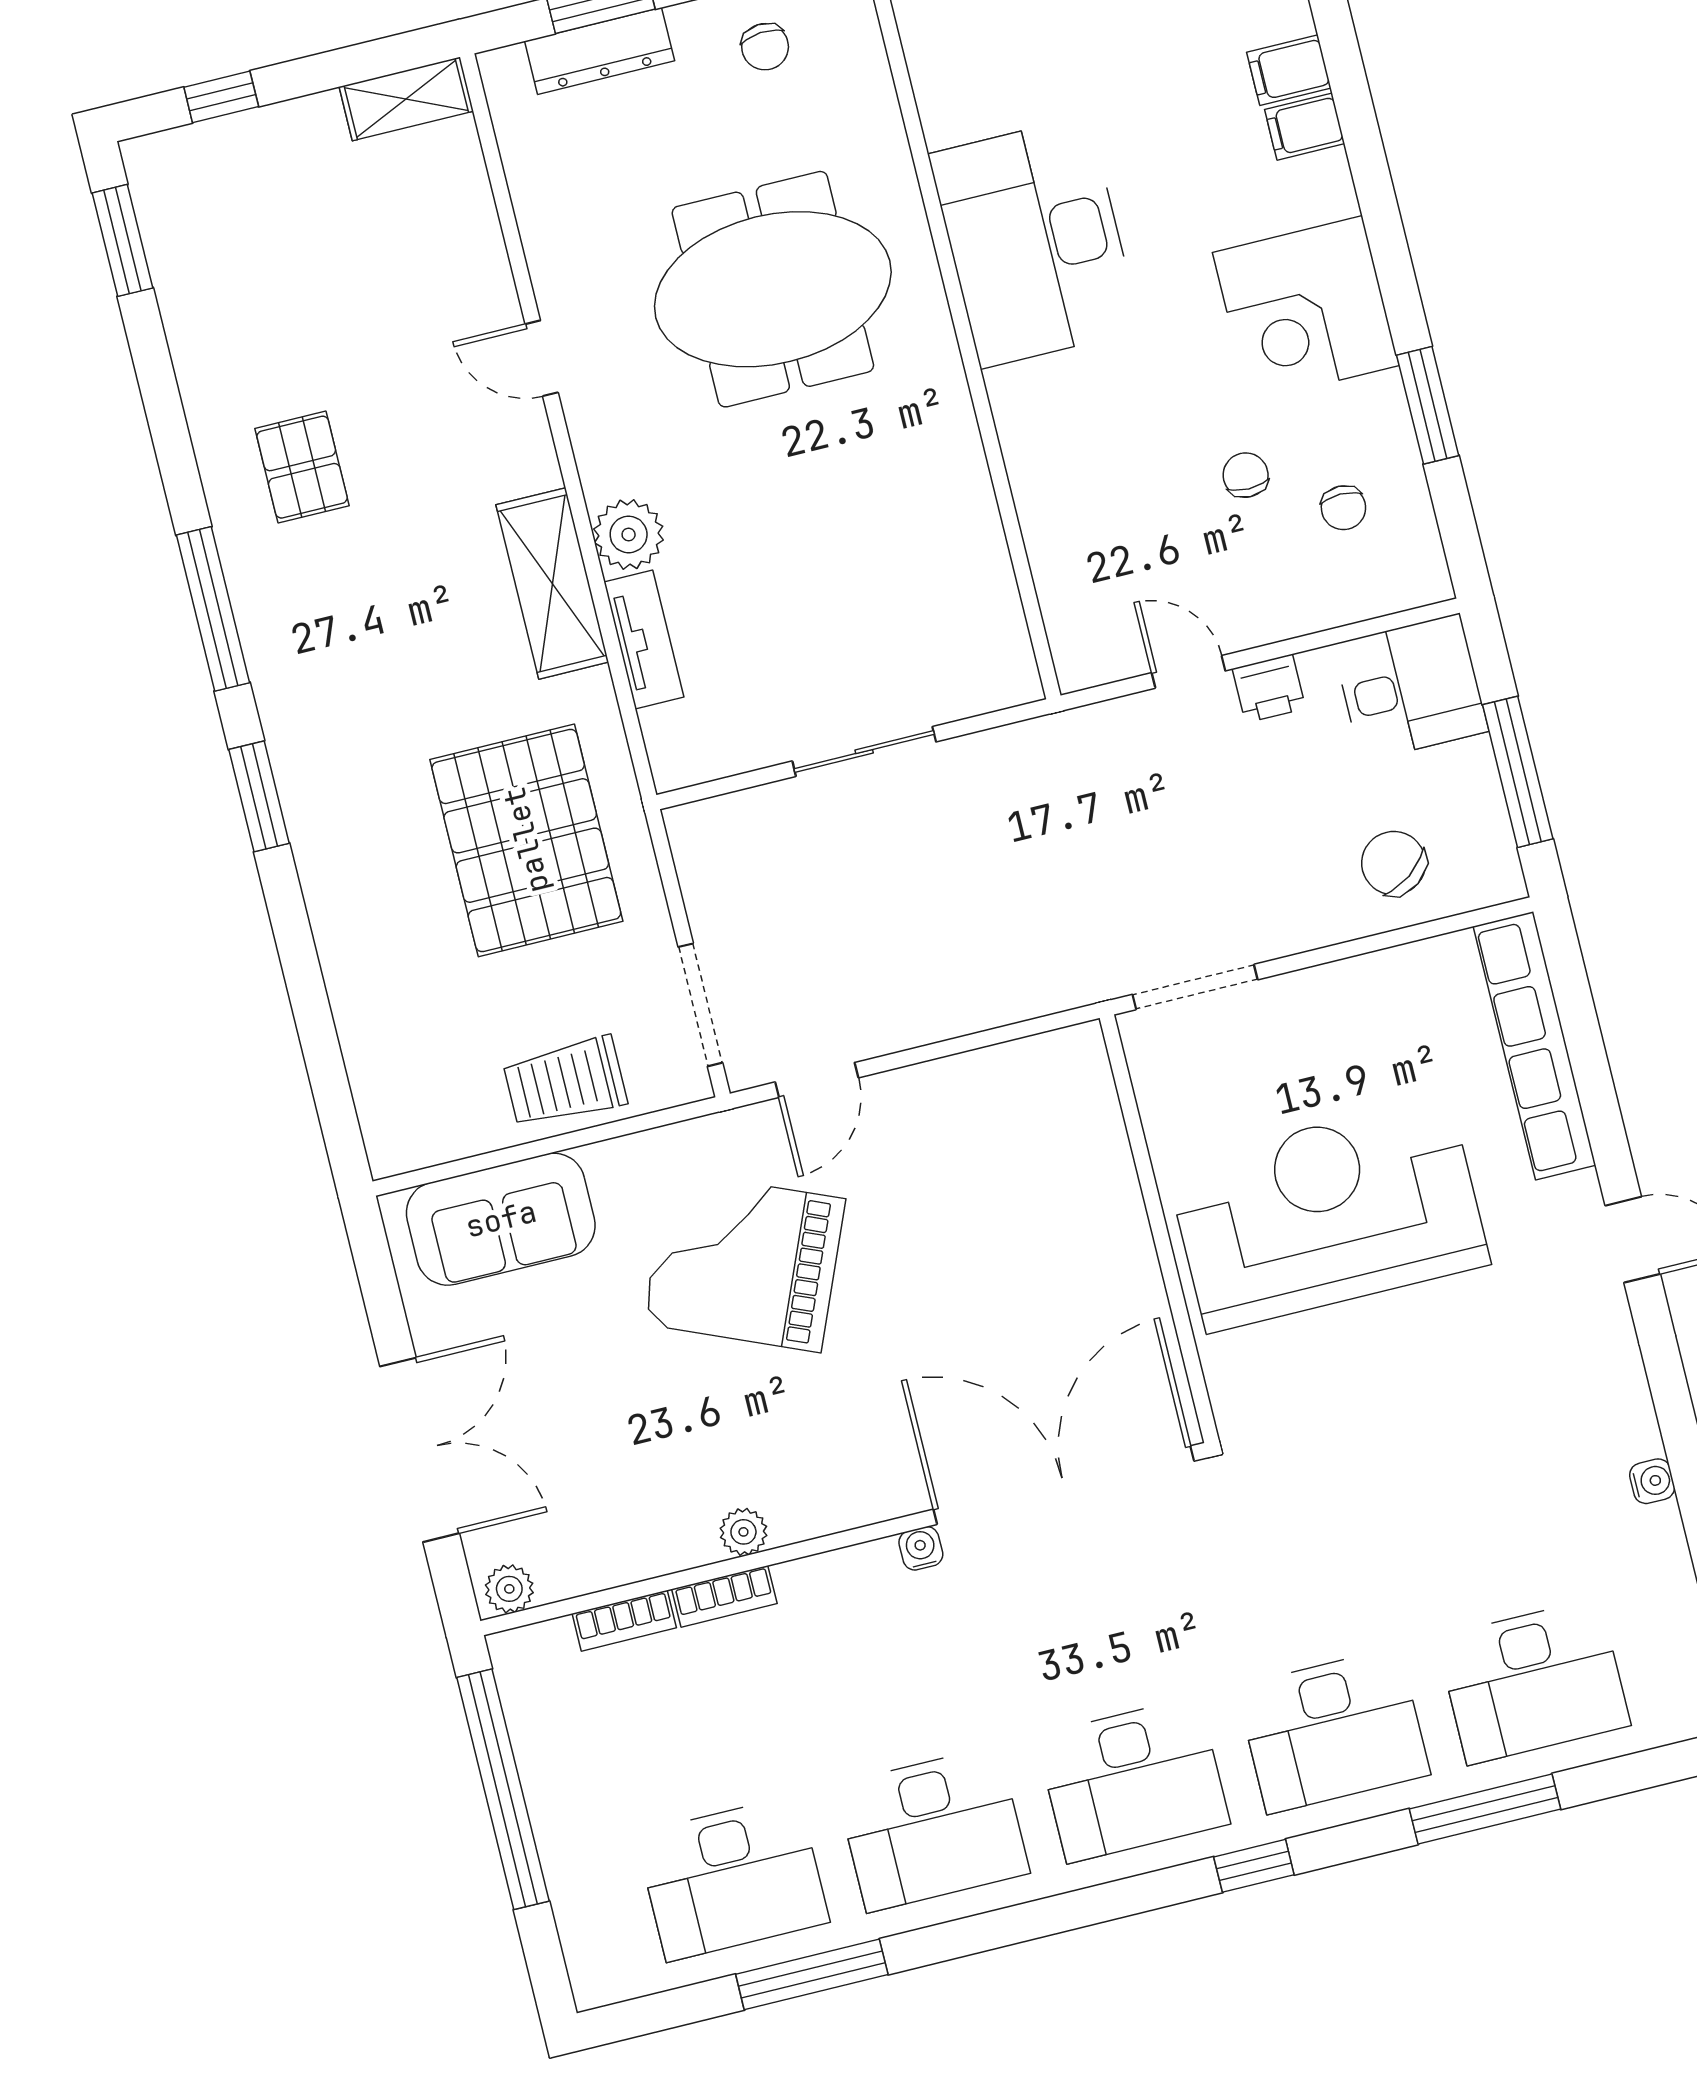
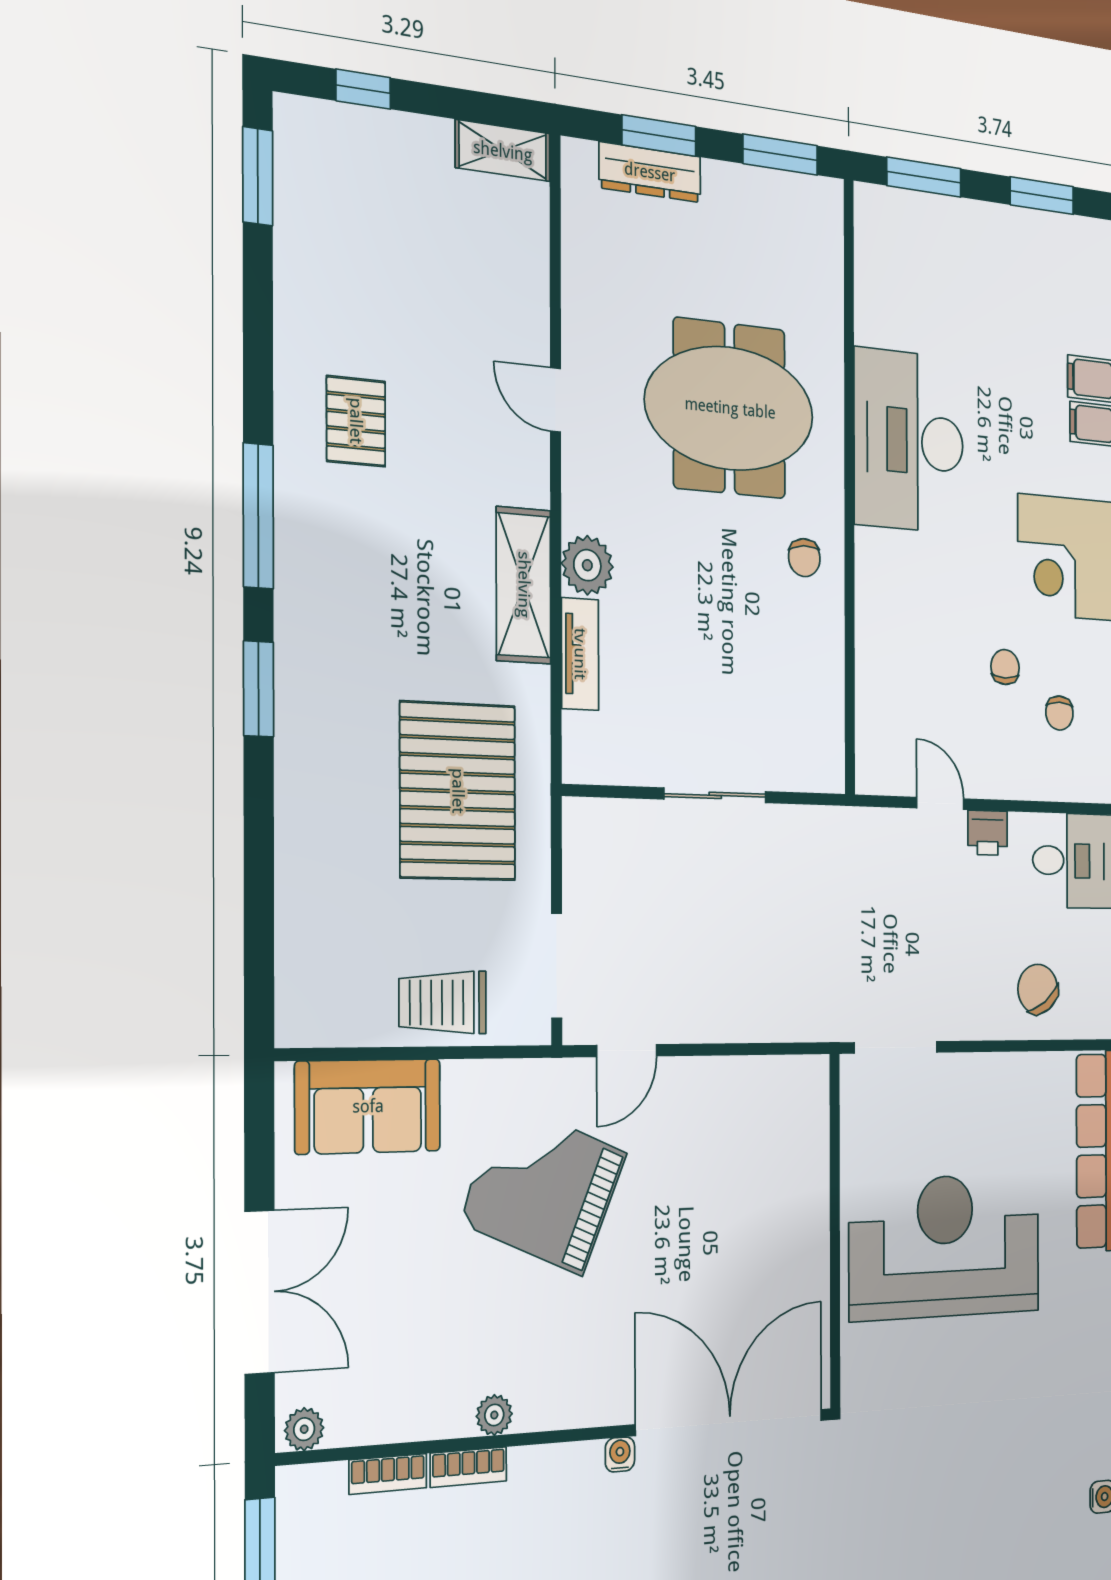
chair: (765, 47) -> (804, 558), moved

